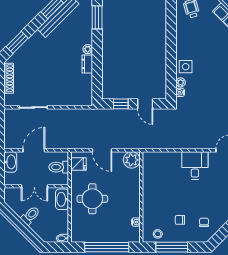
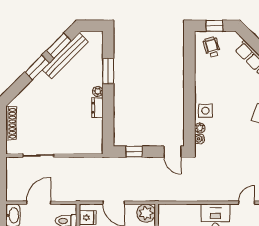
window: (97, 17) -> (108, 71), moved
window: (17, 42) -> (37, 67), moved
door: (145, 104) -> (172, 152), moved

